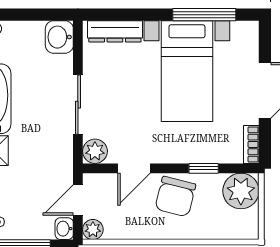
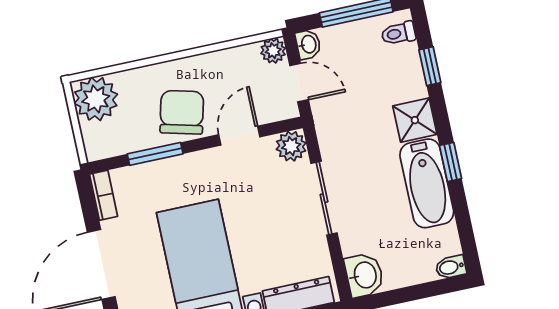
window: (204, 168) -> (155, 154), width x1.50
plant: (241, 191) -> (96, 99), moved
door: (78, 200) -> (299, 83), hinge flipped

